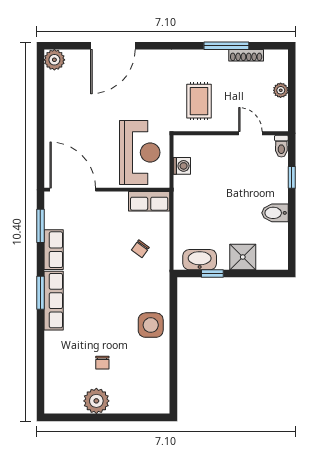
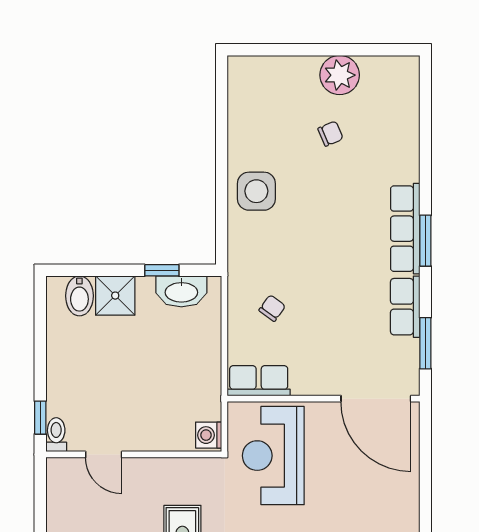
wall: (231, 133) -> (134, 454), moved
door: (250, 133) -> (104, 454), moved
toilet: (281, 146) -> (56, 435), moved
bidet: (275, 213) -> (79, 296), moved, turned 90
chair: (102, 363) -> (331, 134), turned 67

